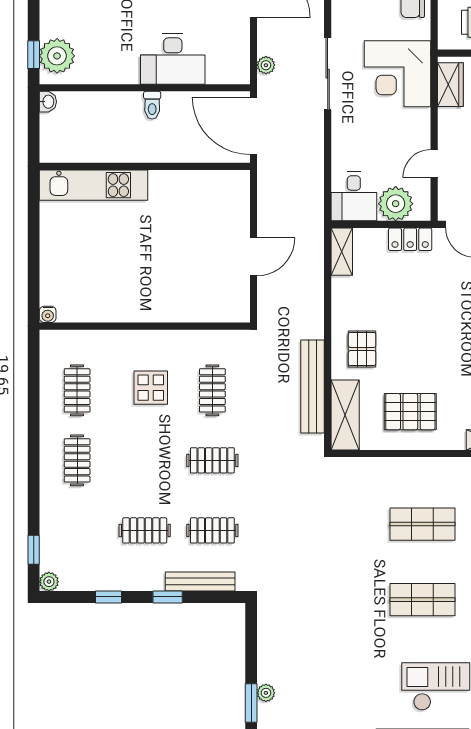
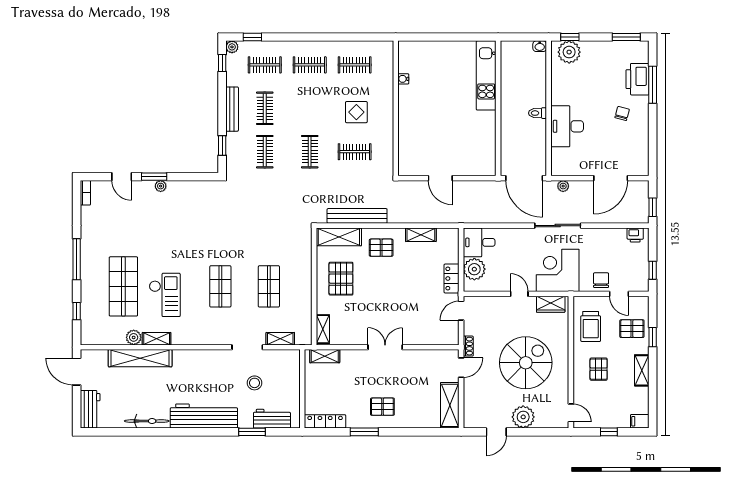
door: (253, 126) -> (524, 178), swing flipped
door: (434, 164) -> (519, 294), moved
shelving: (342, 252) -> (421, 235), moved
water cooler: (48, 314) -> (403, 79), moved
clothes rail: (77, 530) -> (265, 65), added
bench: (200, 581) -> (232, 109), moved
window: (109, 597) -> (222, 63), moved
window: (168, 597) -> (222, 145), moved

